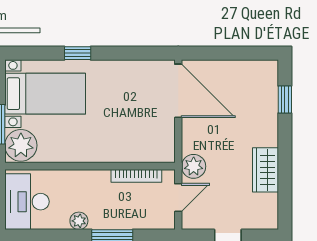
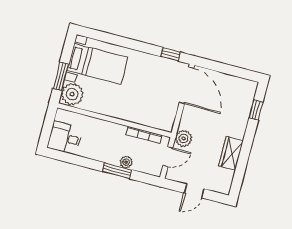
window: (78, 53) -> (171, 54), moved
desk: (27, 202) -> (65, 138), width x0.73
plant: (79, 221) -> (126, 162), moved

